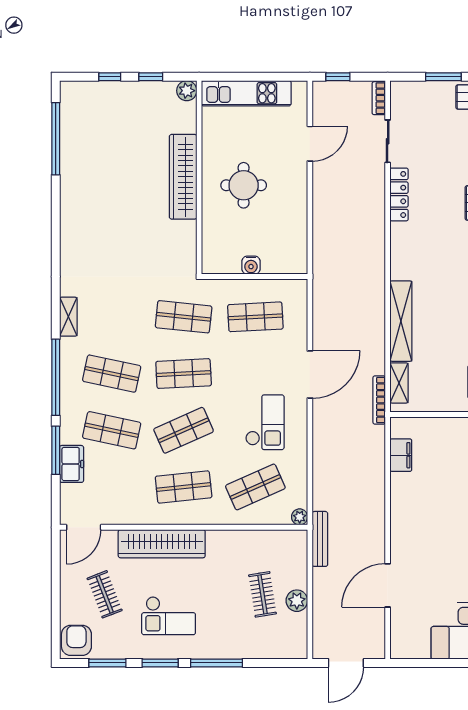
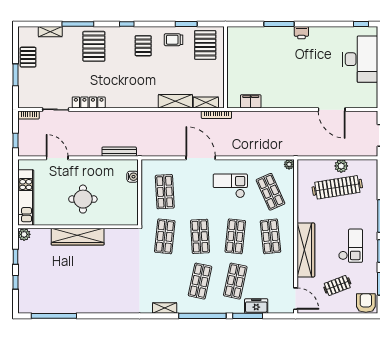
water cooler: (251, 265) -> (133, 177), moved
shelving: (401, 321) -> (175, 101), width x0.68
shop shelf: (184, 430) -> (235, 236), turned 30
bench: (320, 539) -> (119, 152), moved
clothes rail: (262, 594) -> (337, 187), width x1.86, depth x1.31
armchair: (76, 640) -> (366, 303), turned 90

